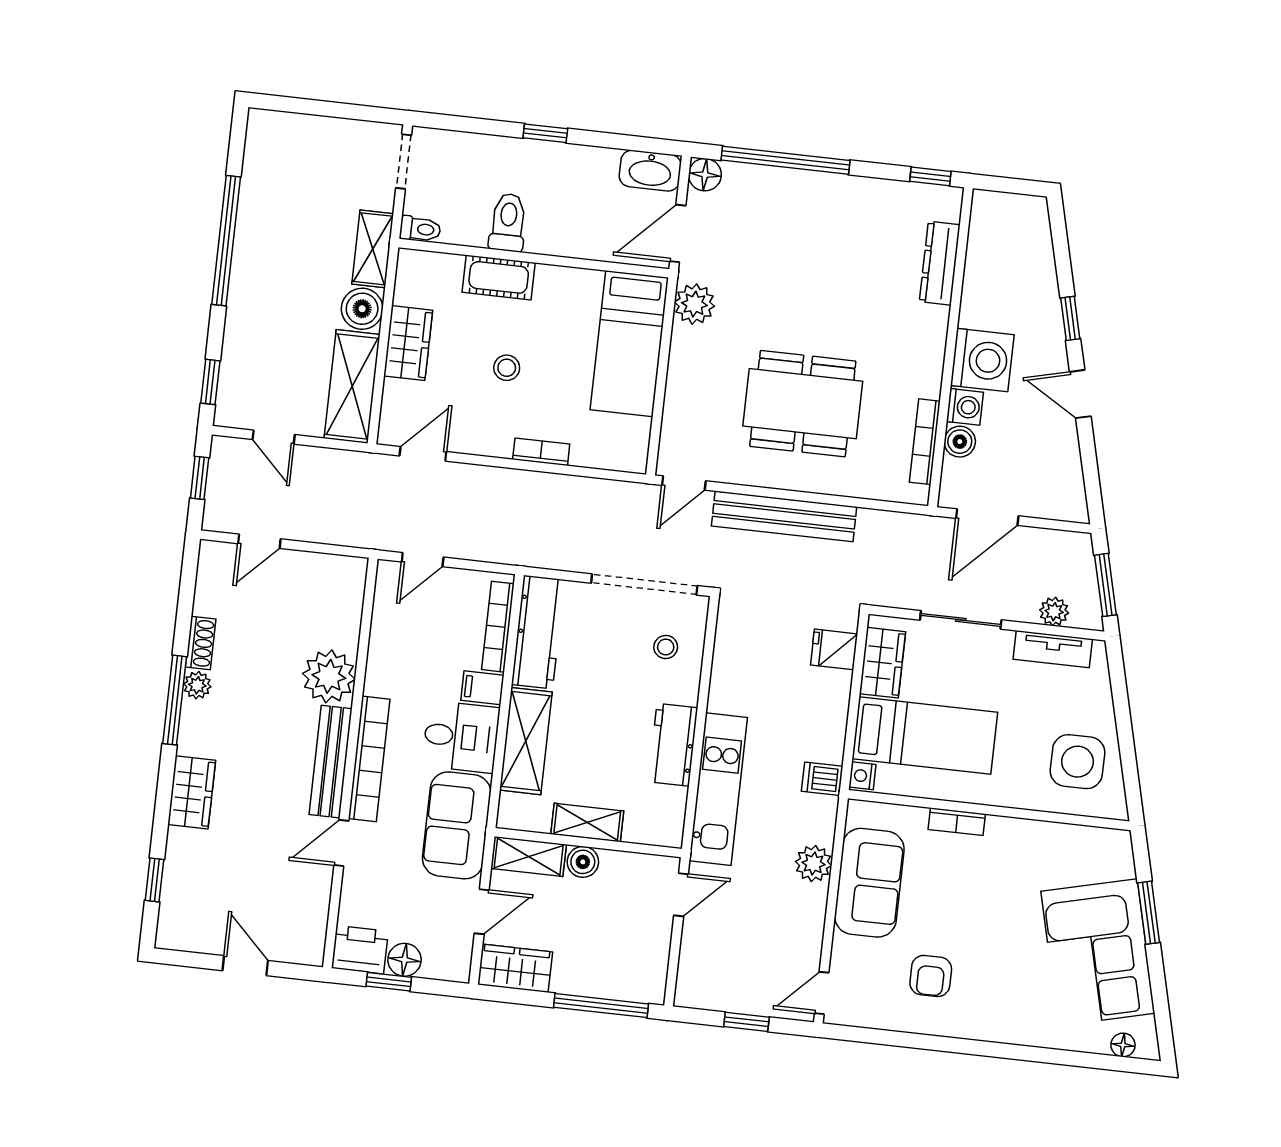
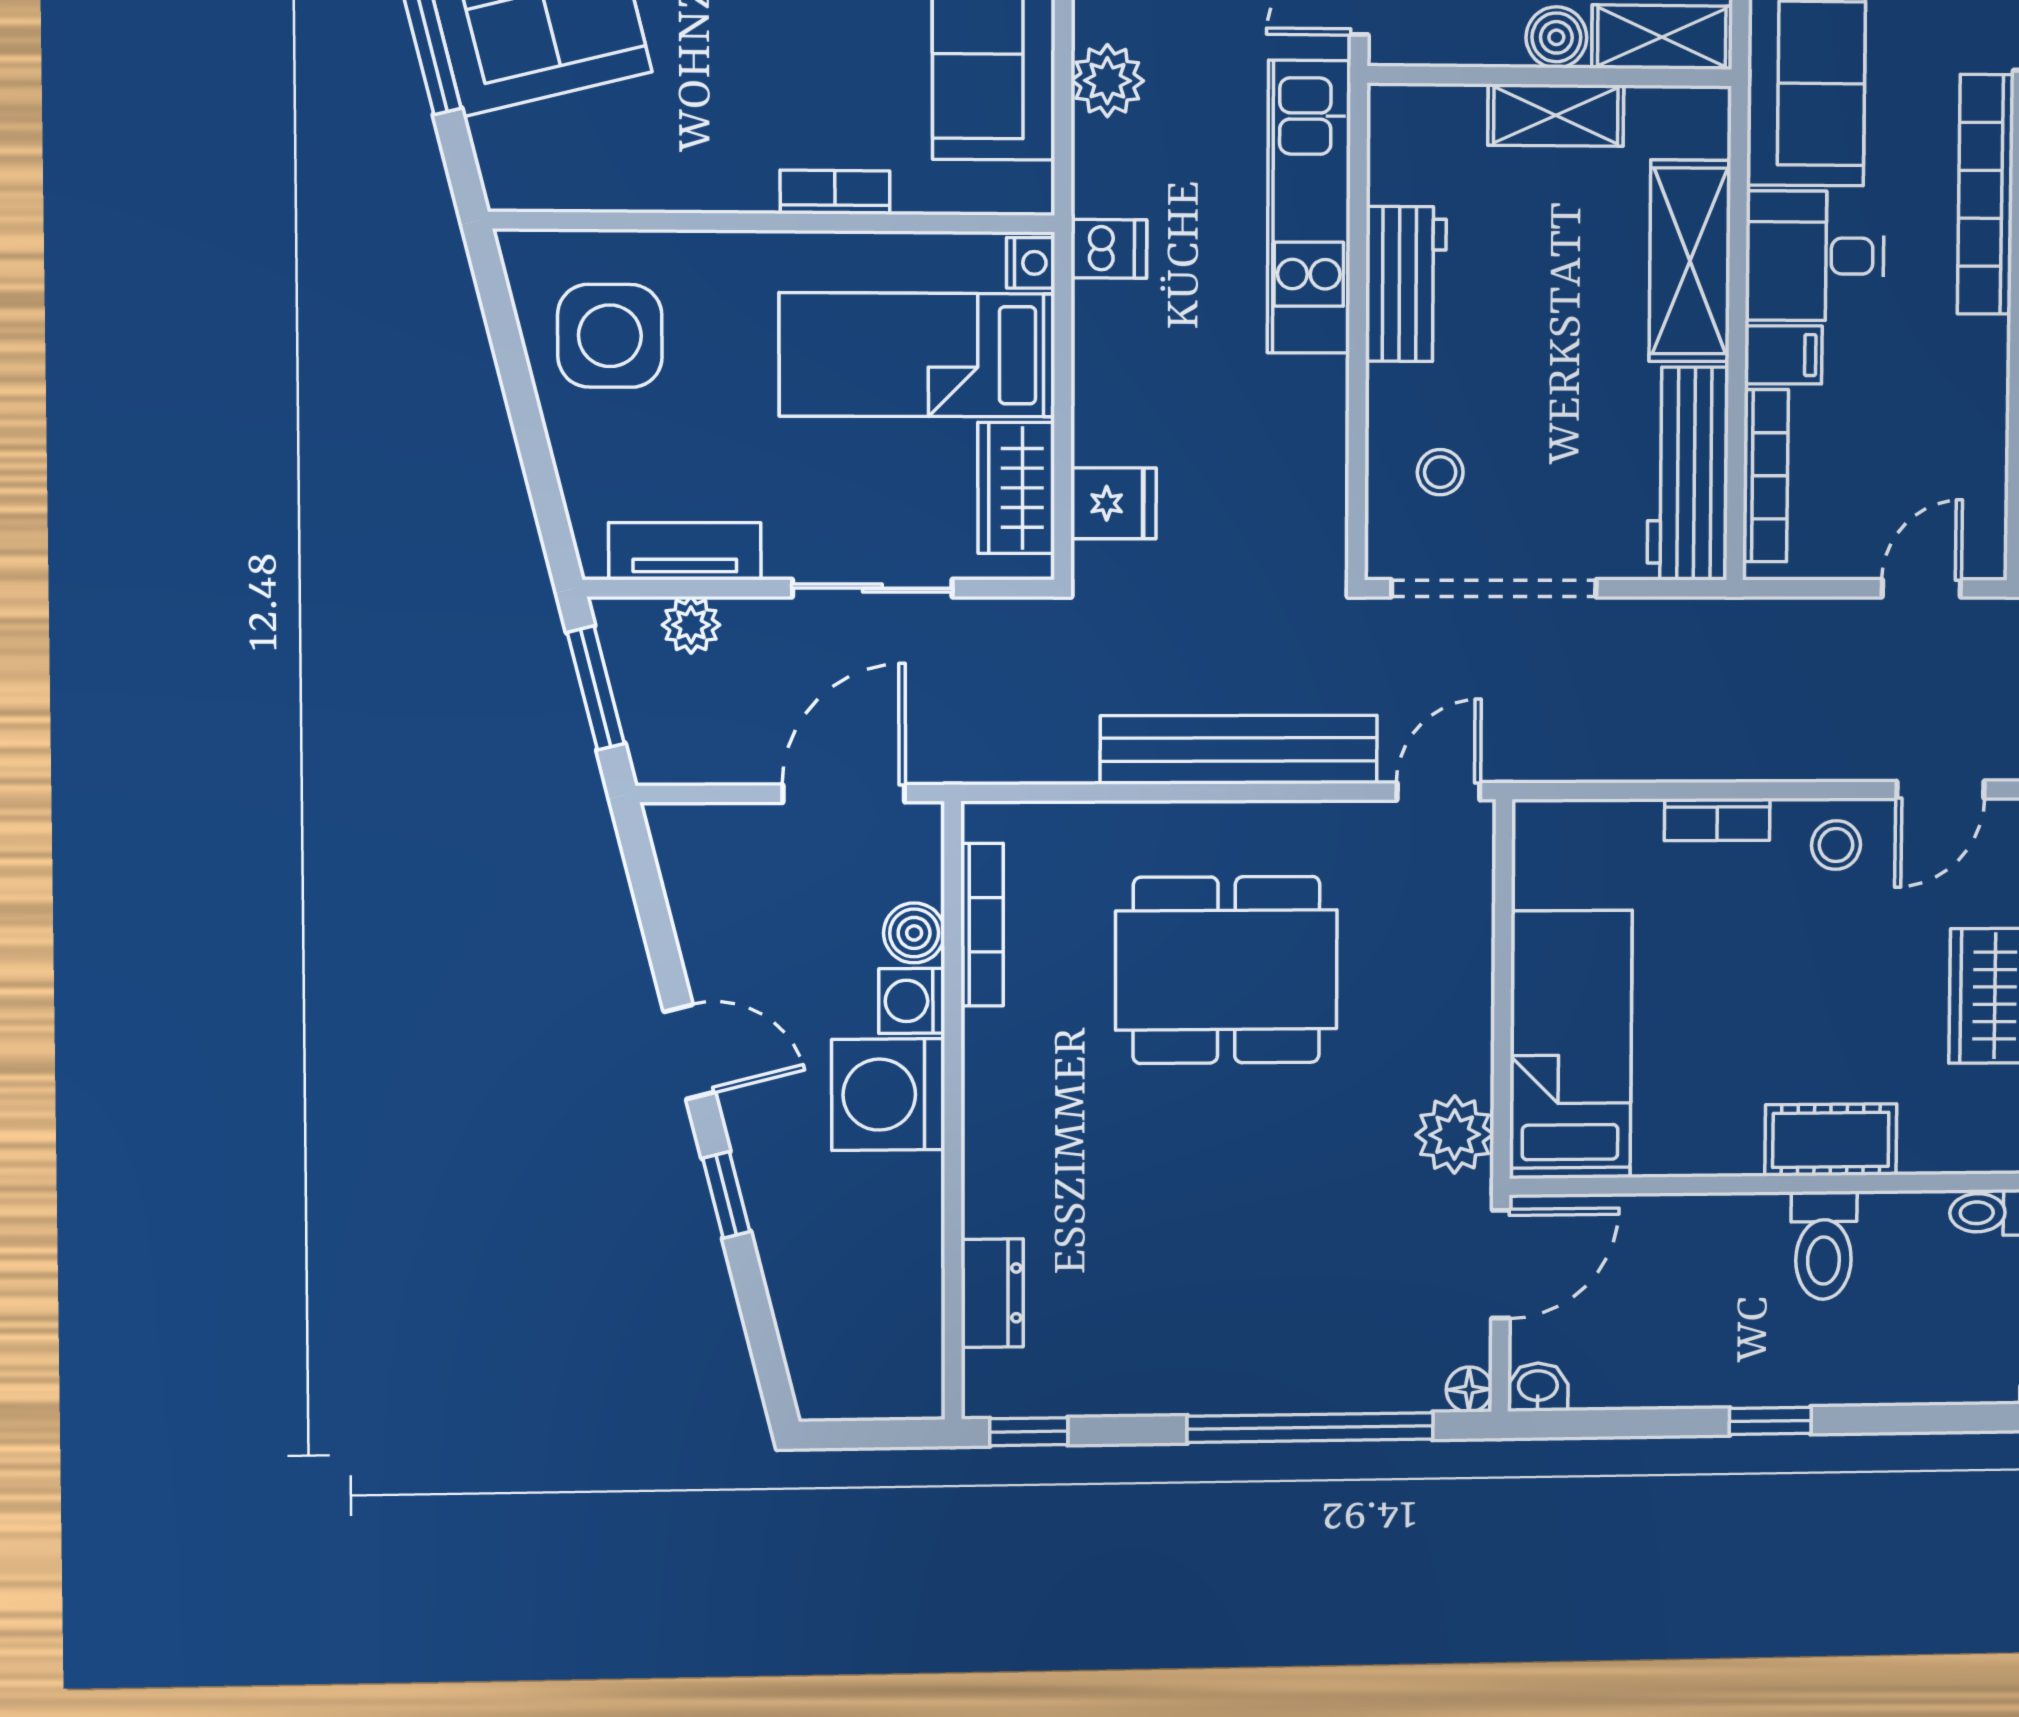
washbasin: (650, 171) -> (1538, 1387), width x0.52, depth x0.69
floor lamp: (705, 175) -> (1469, 1389), width x0.73, depth x0.73
dresser: (940, 263) -> (992, 1293), width x0.70
stool: (507, 368) -> (1836, 845), moved

